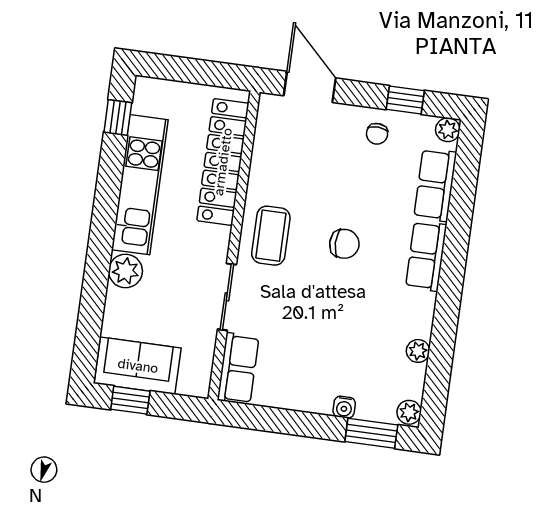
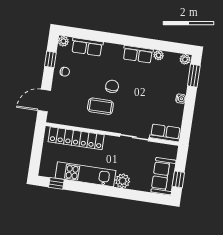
coffee table: (271, 236) -> (100, 106), moved
row of seats: (426, 256) -> (138, 54), moved
water cooler: (344, 407) -> (181, 99), moved

